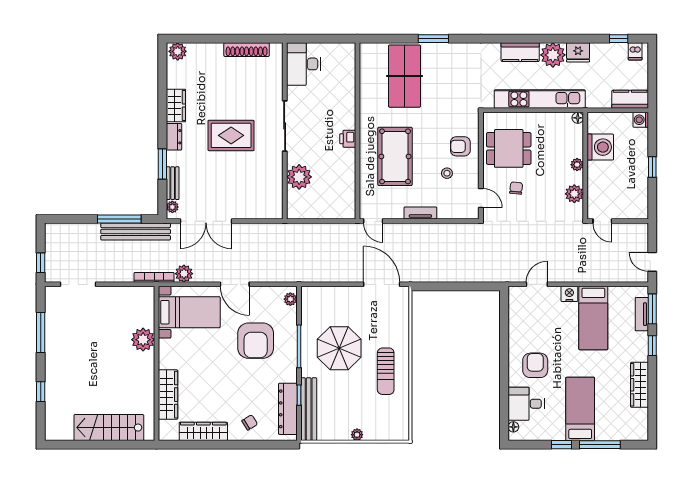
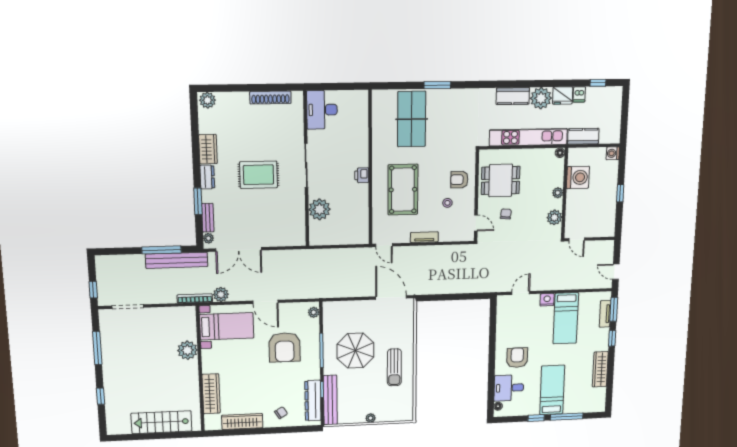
dishwasher: (635, 51) -> (579, 94), moved
kitchen counter: (630, 99) -> (583, 136), moved

